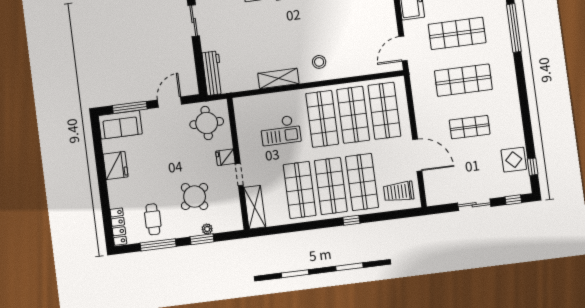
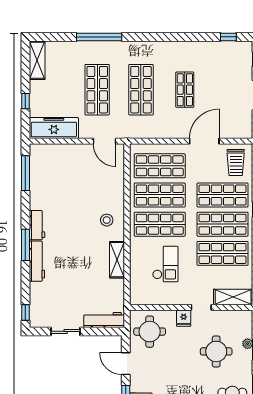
sliding door: (194, 21) -> (66, 331), moved
display table: (514, 160) -> (220, 53), removed
round table: (195, 197) -> (216, 351), turned 38

